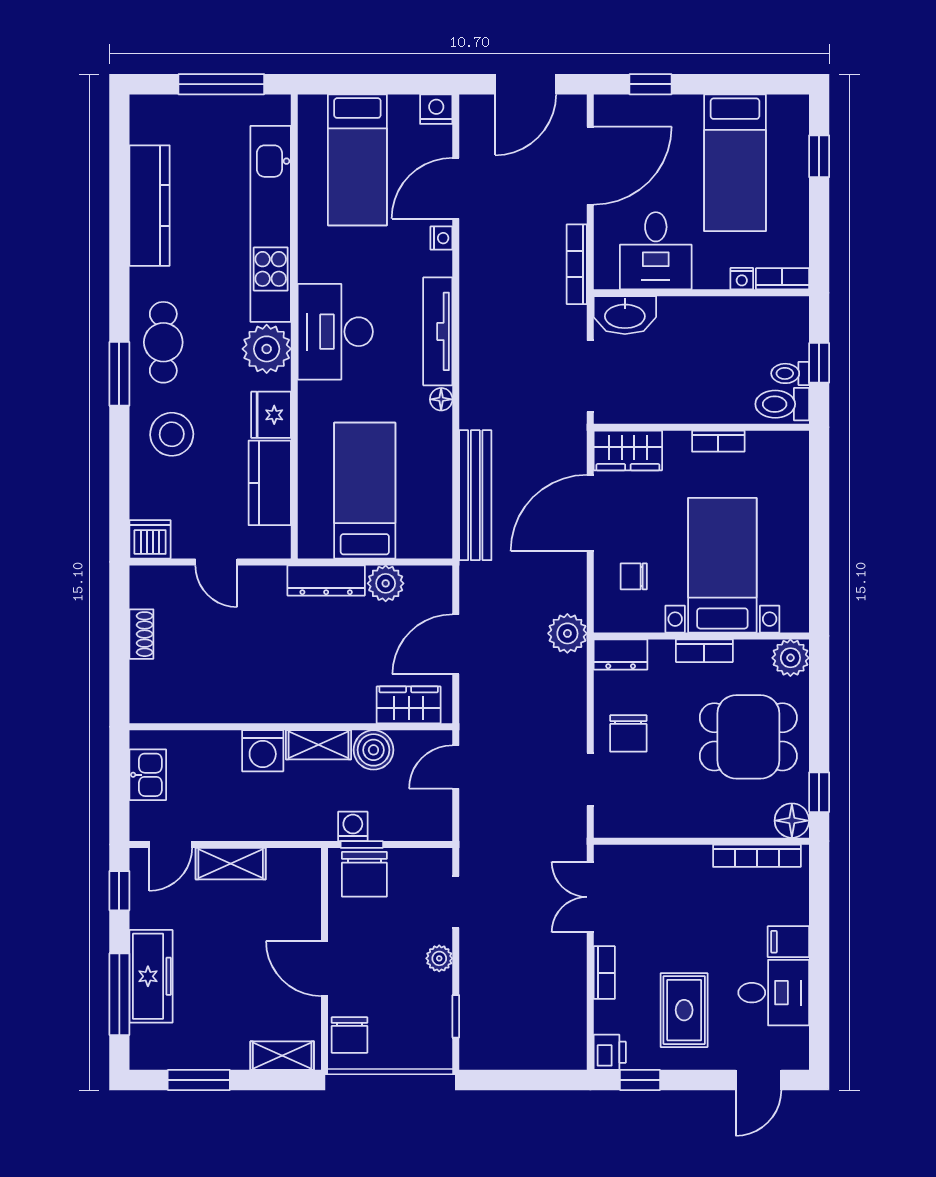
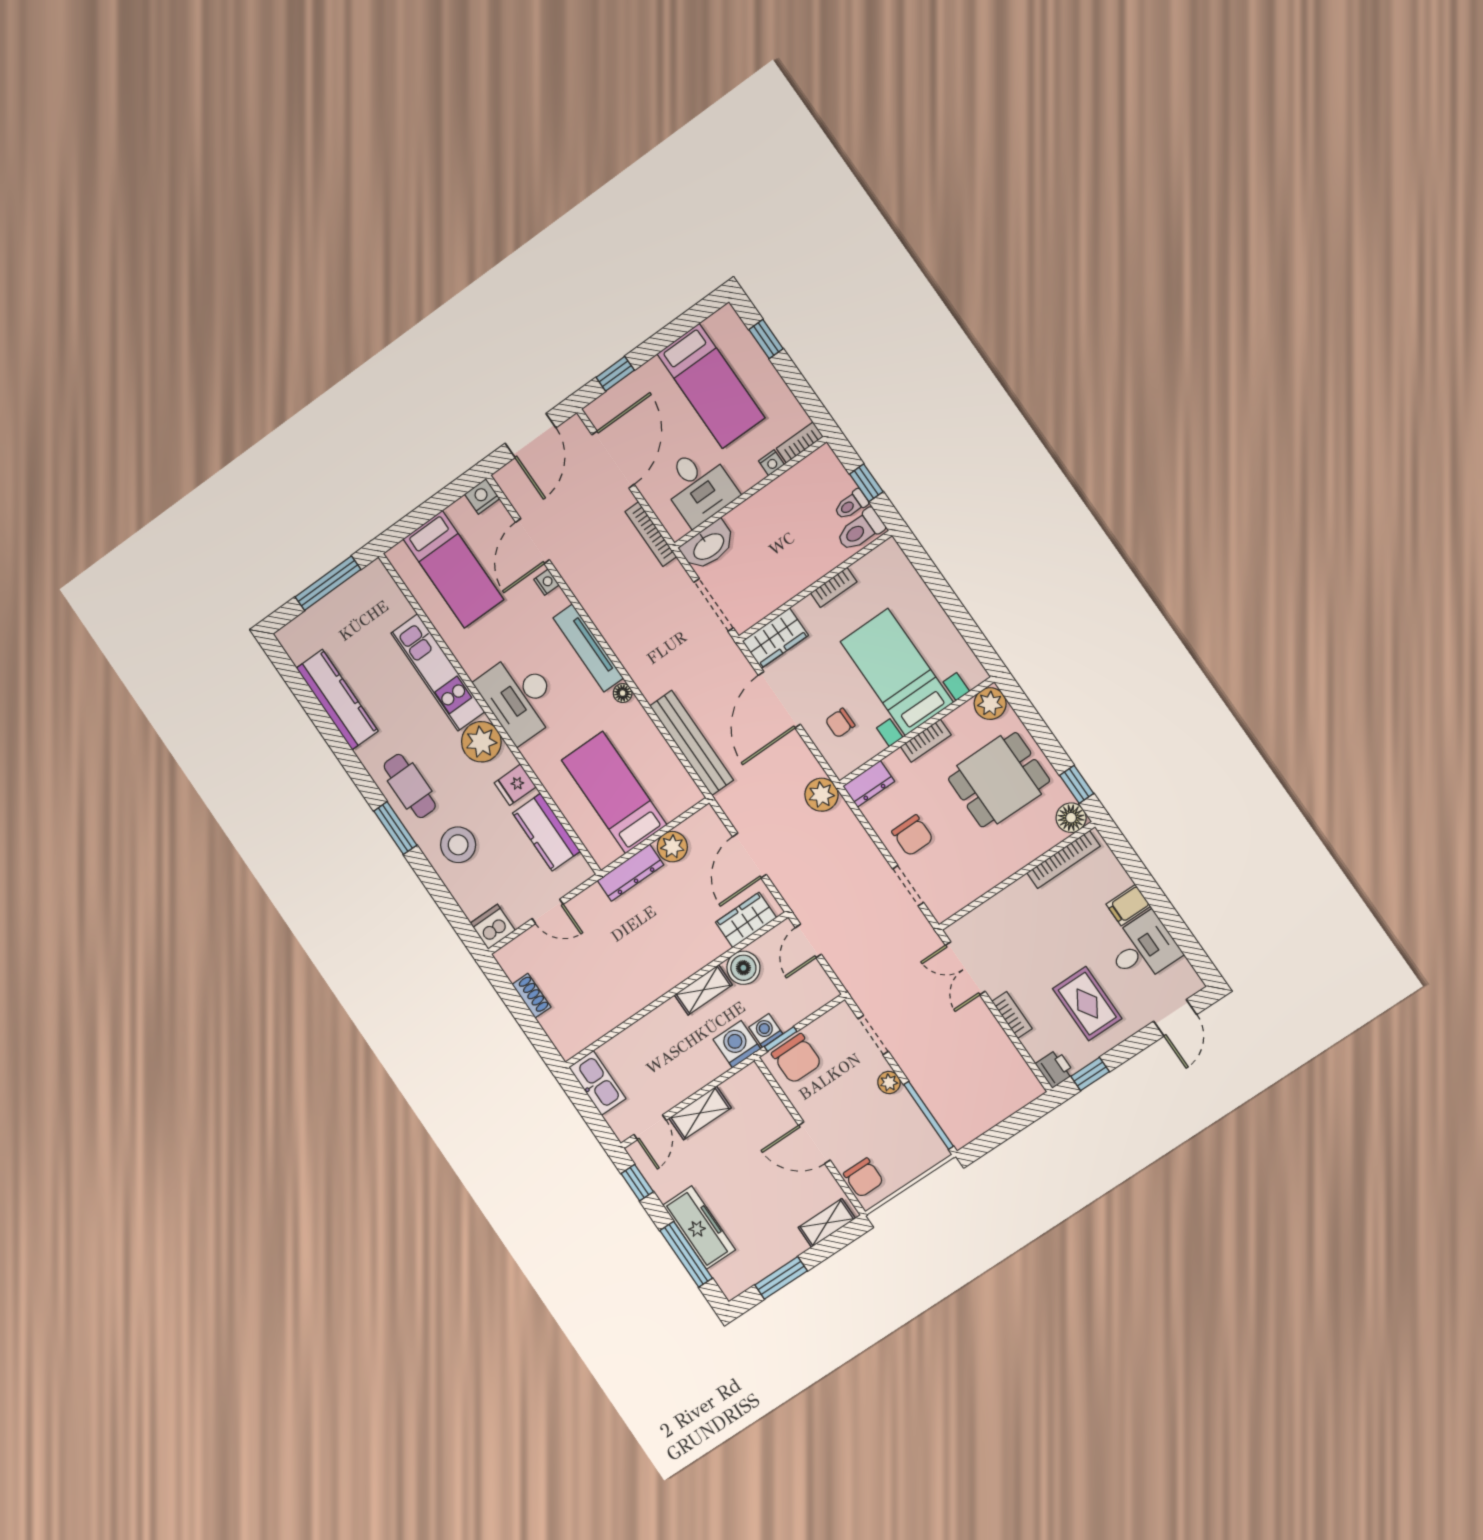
kitchen unit: (271, 224) -> (438, 672), width x0.73
fridge: (271, 415) -> (515, 785), width x0.72
washing machine: (263, 751) -> (737, 1044), moved, turned 180
kitchen sink: (148, 775) -> (597, 1083), width x1.38
window: (456, 1016) -> (929, 1115), width x2.17

